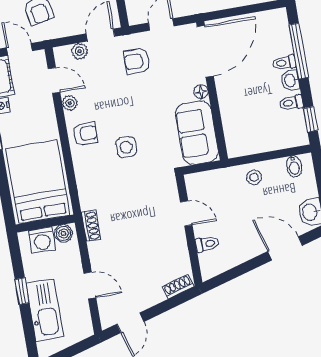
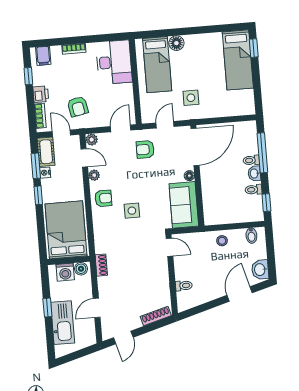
plant: (80, 51) -> (92, 140), moved
door: (186, 213) -> (169, 247), moved
door: (285, 248) -> (240, 294), hinge flipped
door: (90, 285) -> (97, 308), swing flipped
shoe rack: (178, 287) -> (156, 316), width x1.43

